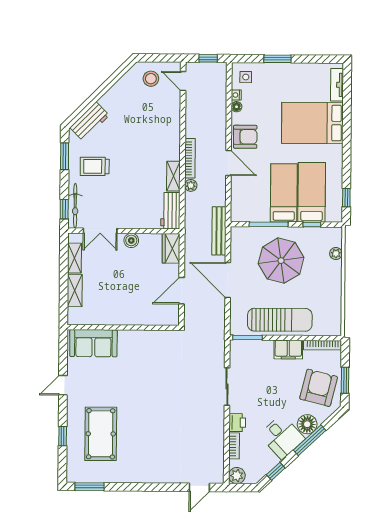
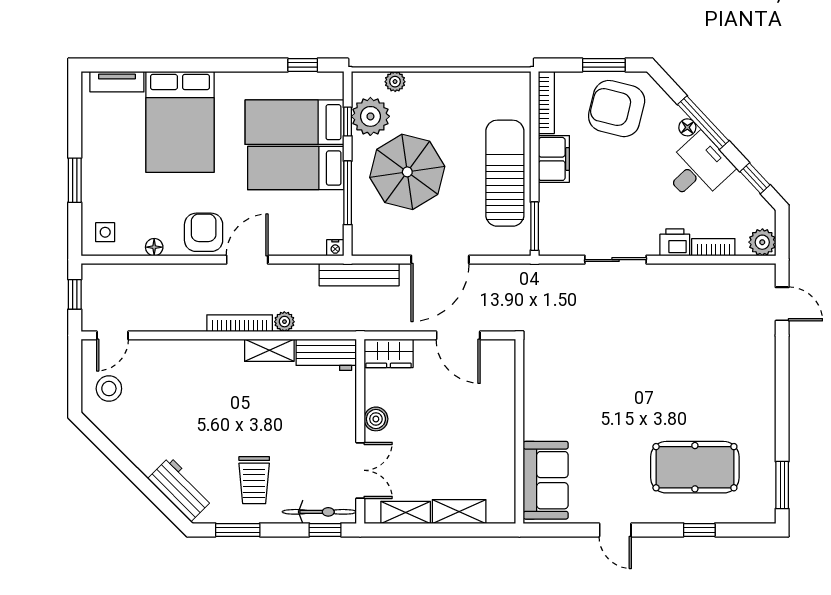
nightstand: (236, 95) -> (335, 248), moved
plant: (315, 238) -> (370, 116), added
floor lamp: (307, 424) -> (687, 127), width x0.53, depth x0.53

